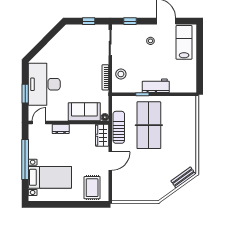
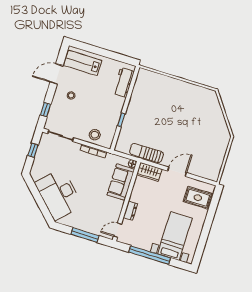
desk: (44, 84) -> (59, 194), moved, turned 45
workbench: (156, 86) -> (124, 82), moved
window: (25, 94) -> (85, 235), width x1.44
door: (39, 123) -> (118, 230), hinge flipped
table tennis table: (149, 125) -> (154, 123), removed
door: (110, 161) -> (177, 172), hinge flipped
bench: (183, 177) -> (216, 105), removed

